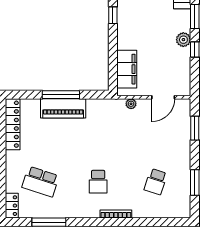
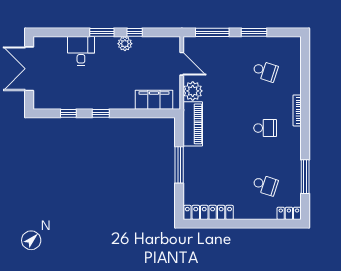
plant: (131, 104) -> (193, 91), width x1.87, depth x1.87
piano: (63, 108) -> (193, 124), moved
window: (195, 128) -> (212, 32), width x1.44
school desk: (40, 182) -> (265, 185), width x0.54
window: (195, 183) -> (254, 32), moved

